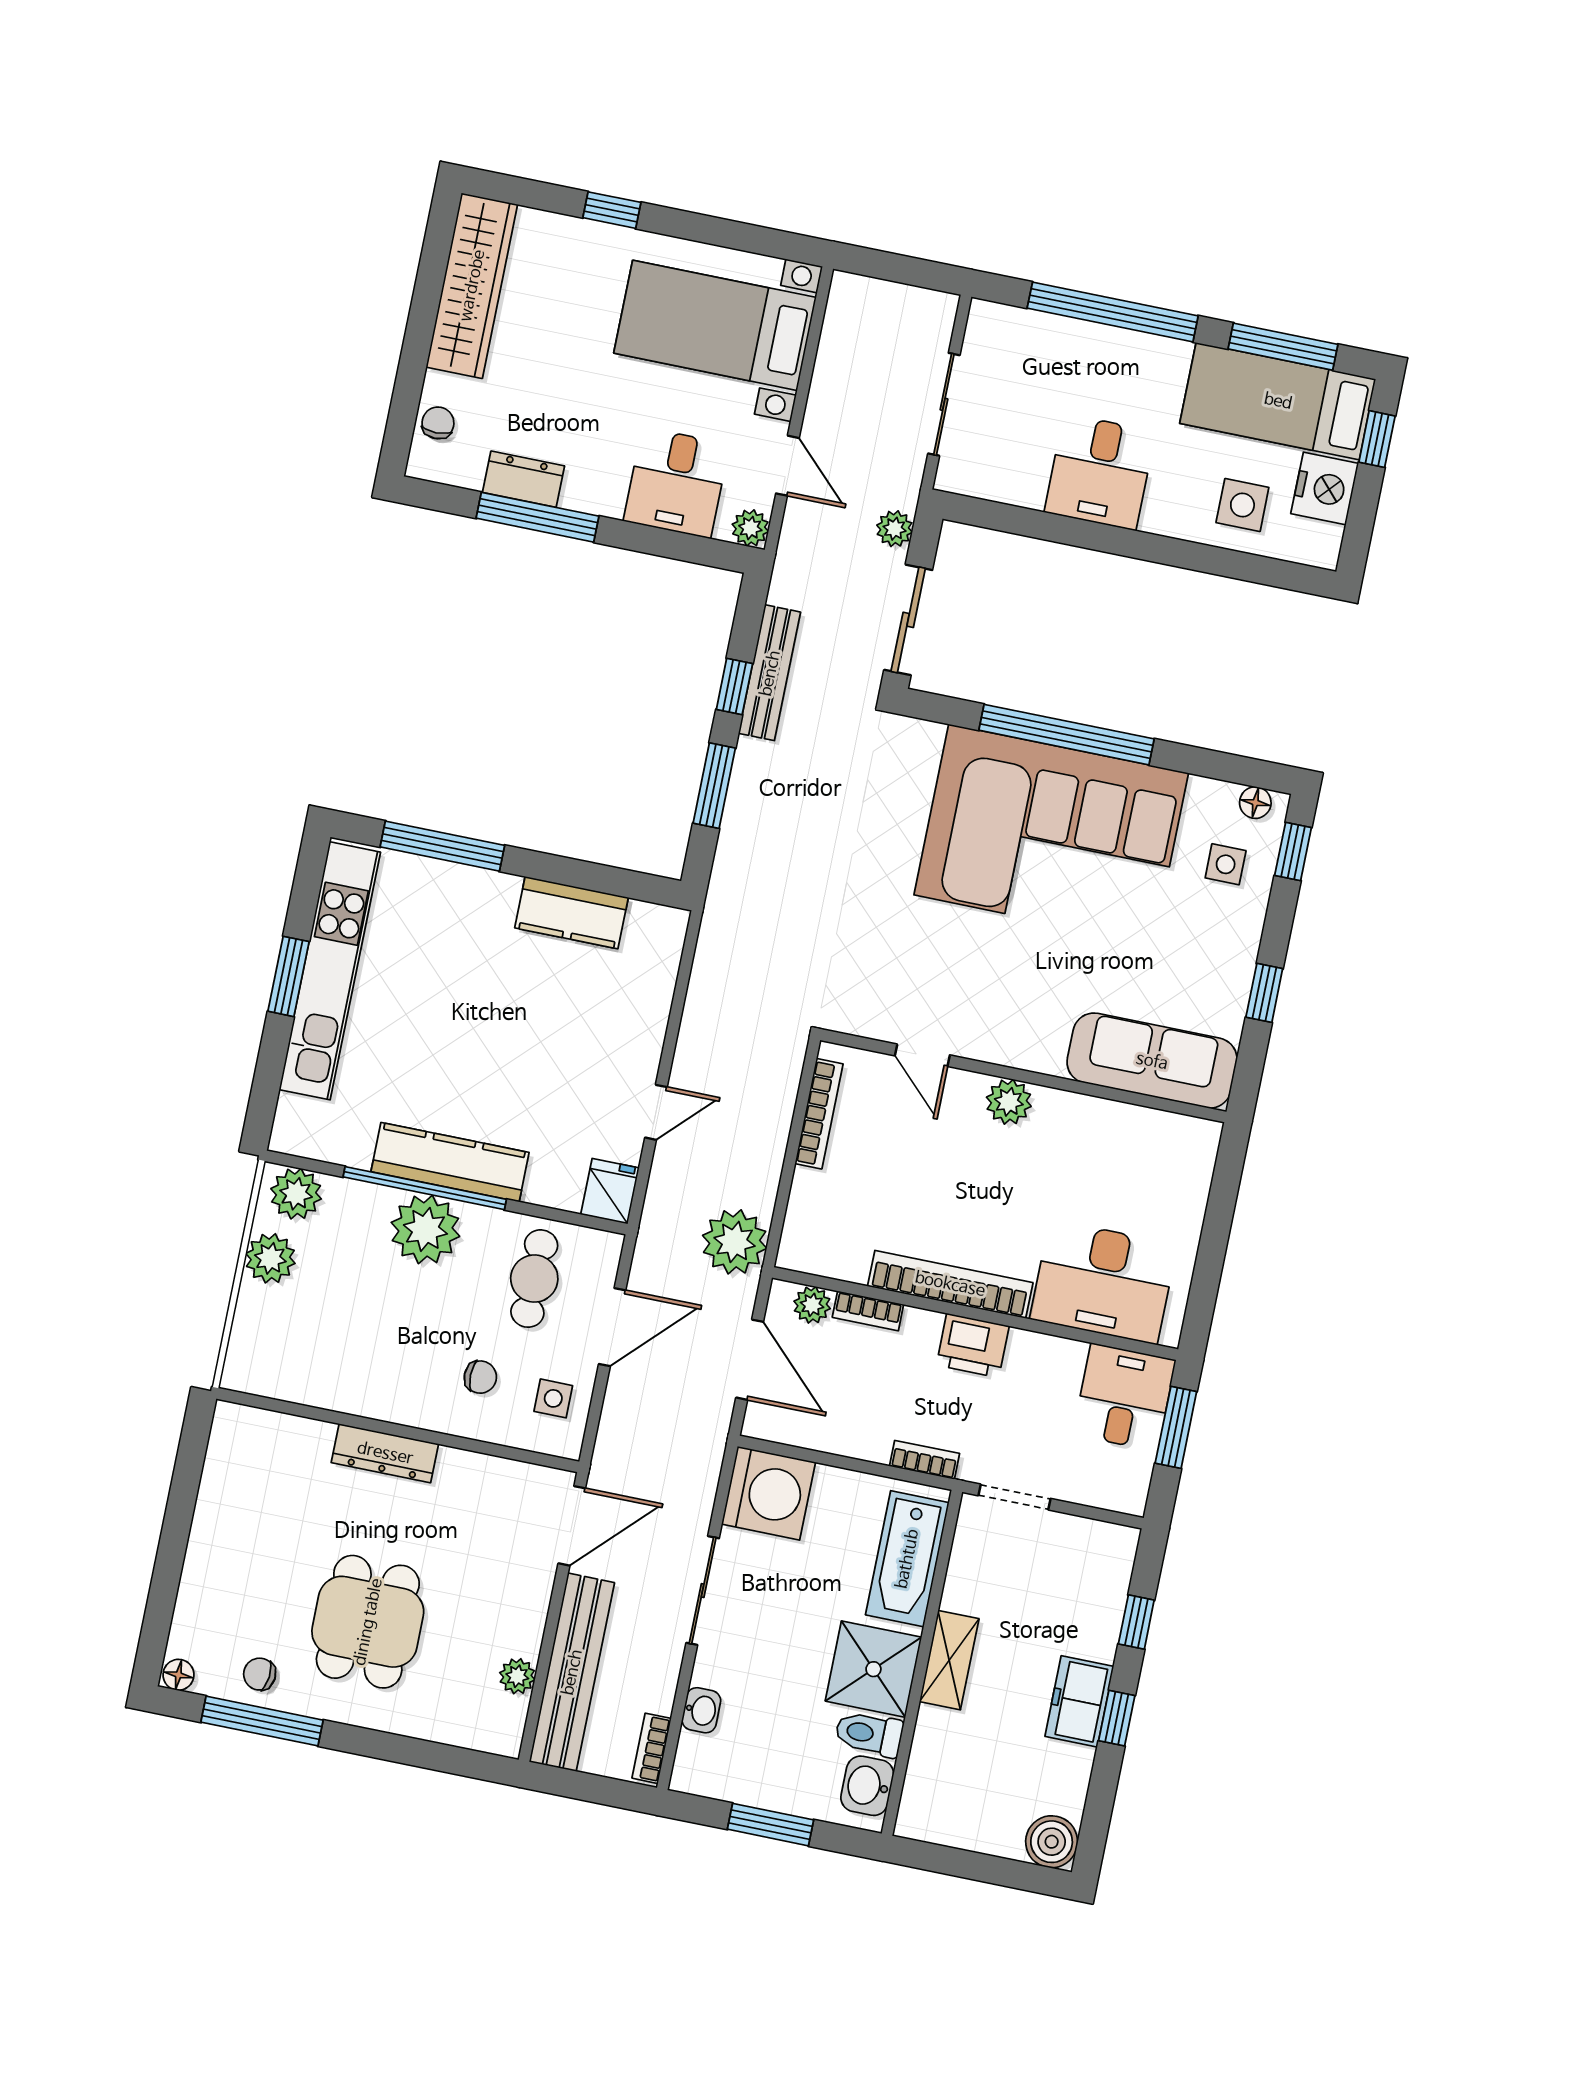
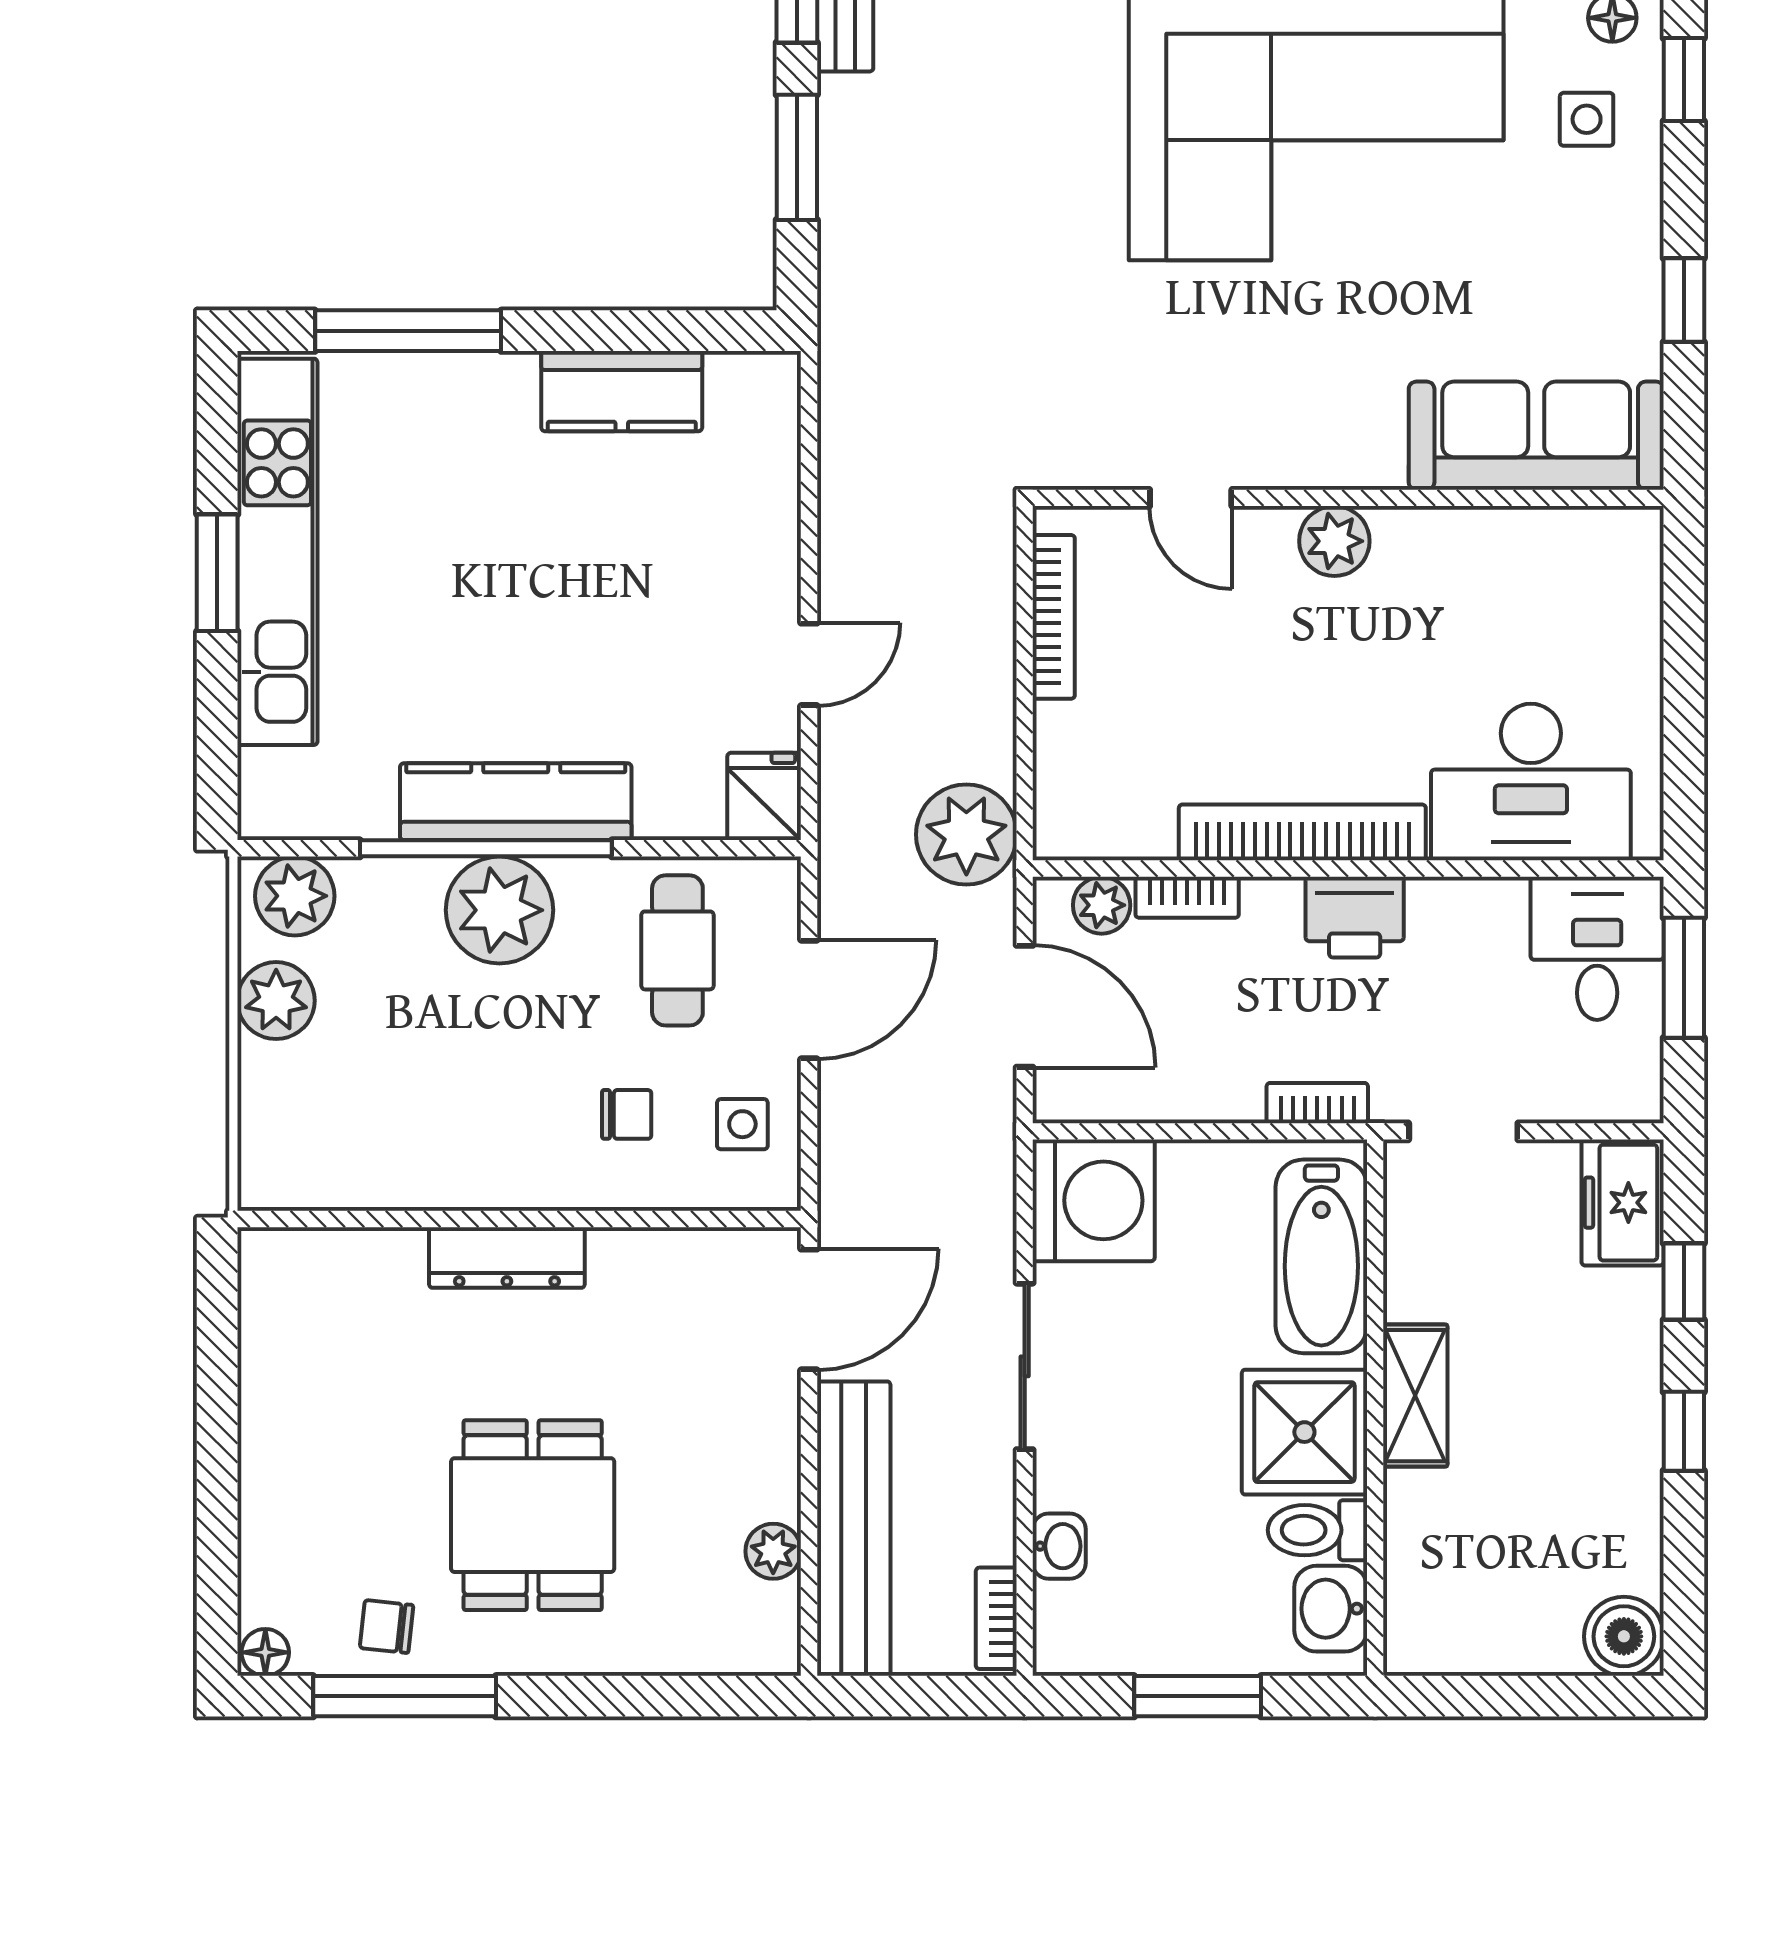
freezer: (1079, 1701) -> (1623, 1203), moved

